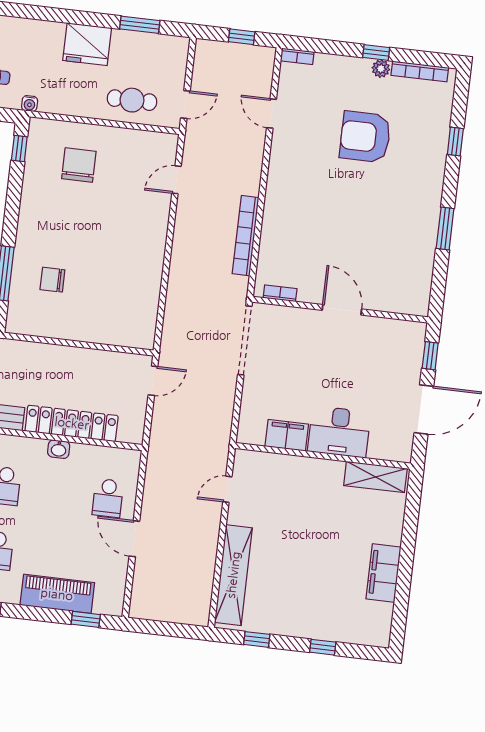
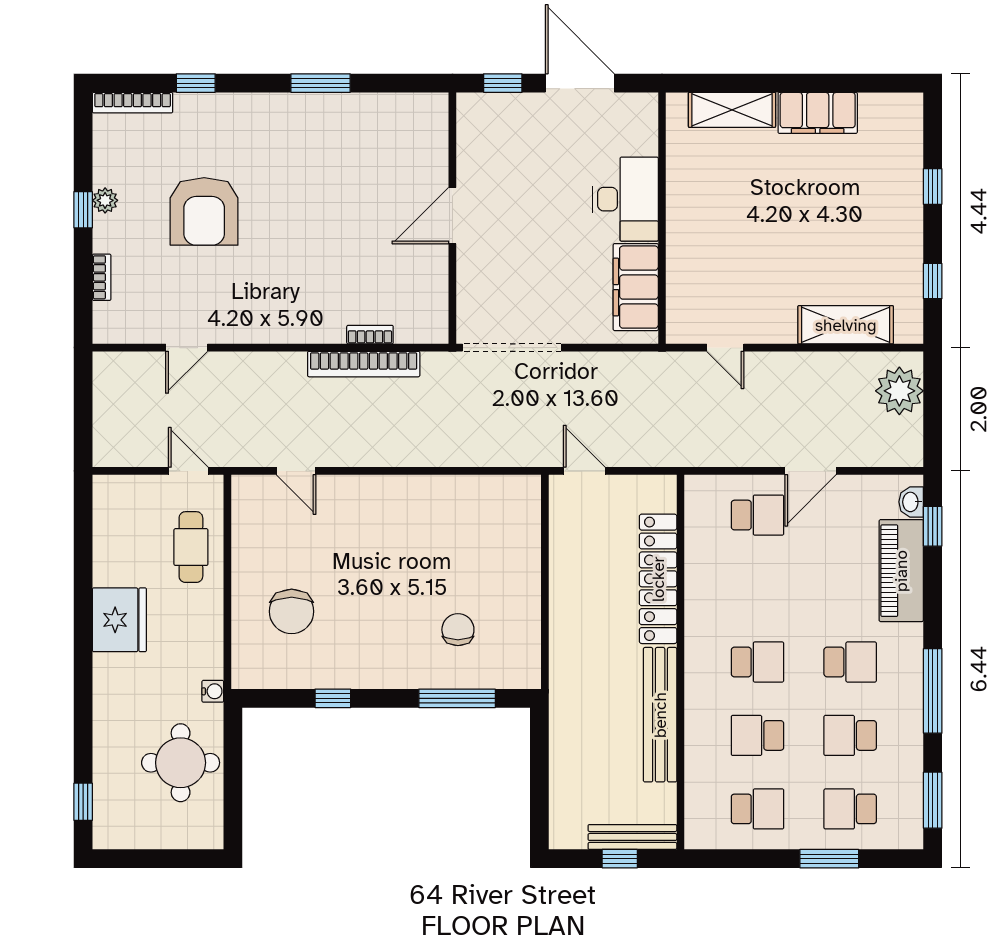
window: (140, 25) -> (83, 549), removed
window: (242, 37) -> (83, 403), removed
bookcase: (297, 56) -> (102, 277), moved
bookcase: (420, 71) -> (133, 103), moved, turned 90
window: (19, 148) -> (333, 698), moved
chair: (79, 165) -> (292, 611), turned -90
chair: (52, 280) -> (458, 630), turned 180
bookcase: (280, 293) -> (370, 335), moved, turned 90
filing cabinet: (287, 435) -> (636, 287), width x1.50, depth x1.17
washbasin: (59, 449) -> (911, 502), moved, turned 180
shelving: (375, 477) -> (732, 110), moved, turned 90
shelving: (233, 575) -> (846, 325), width x0.68
plant: (183, 607) -> (899, 391), added

